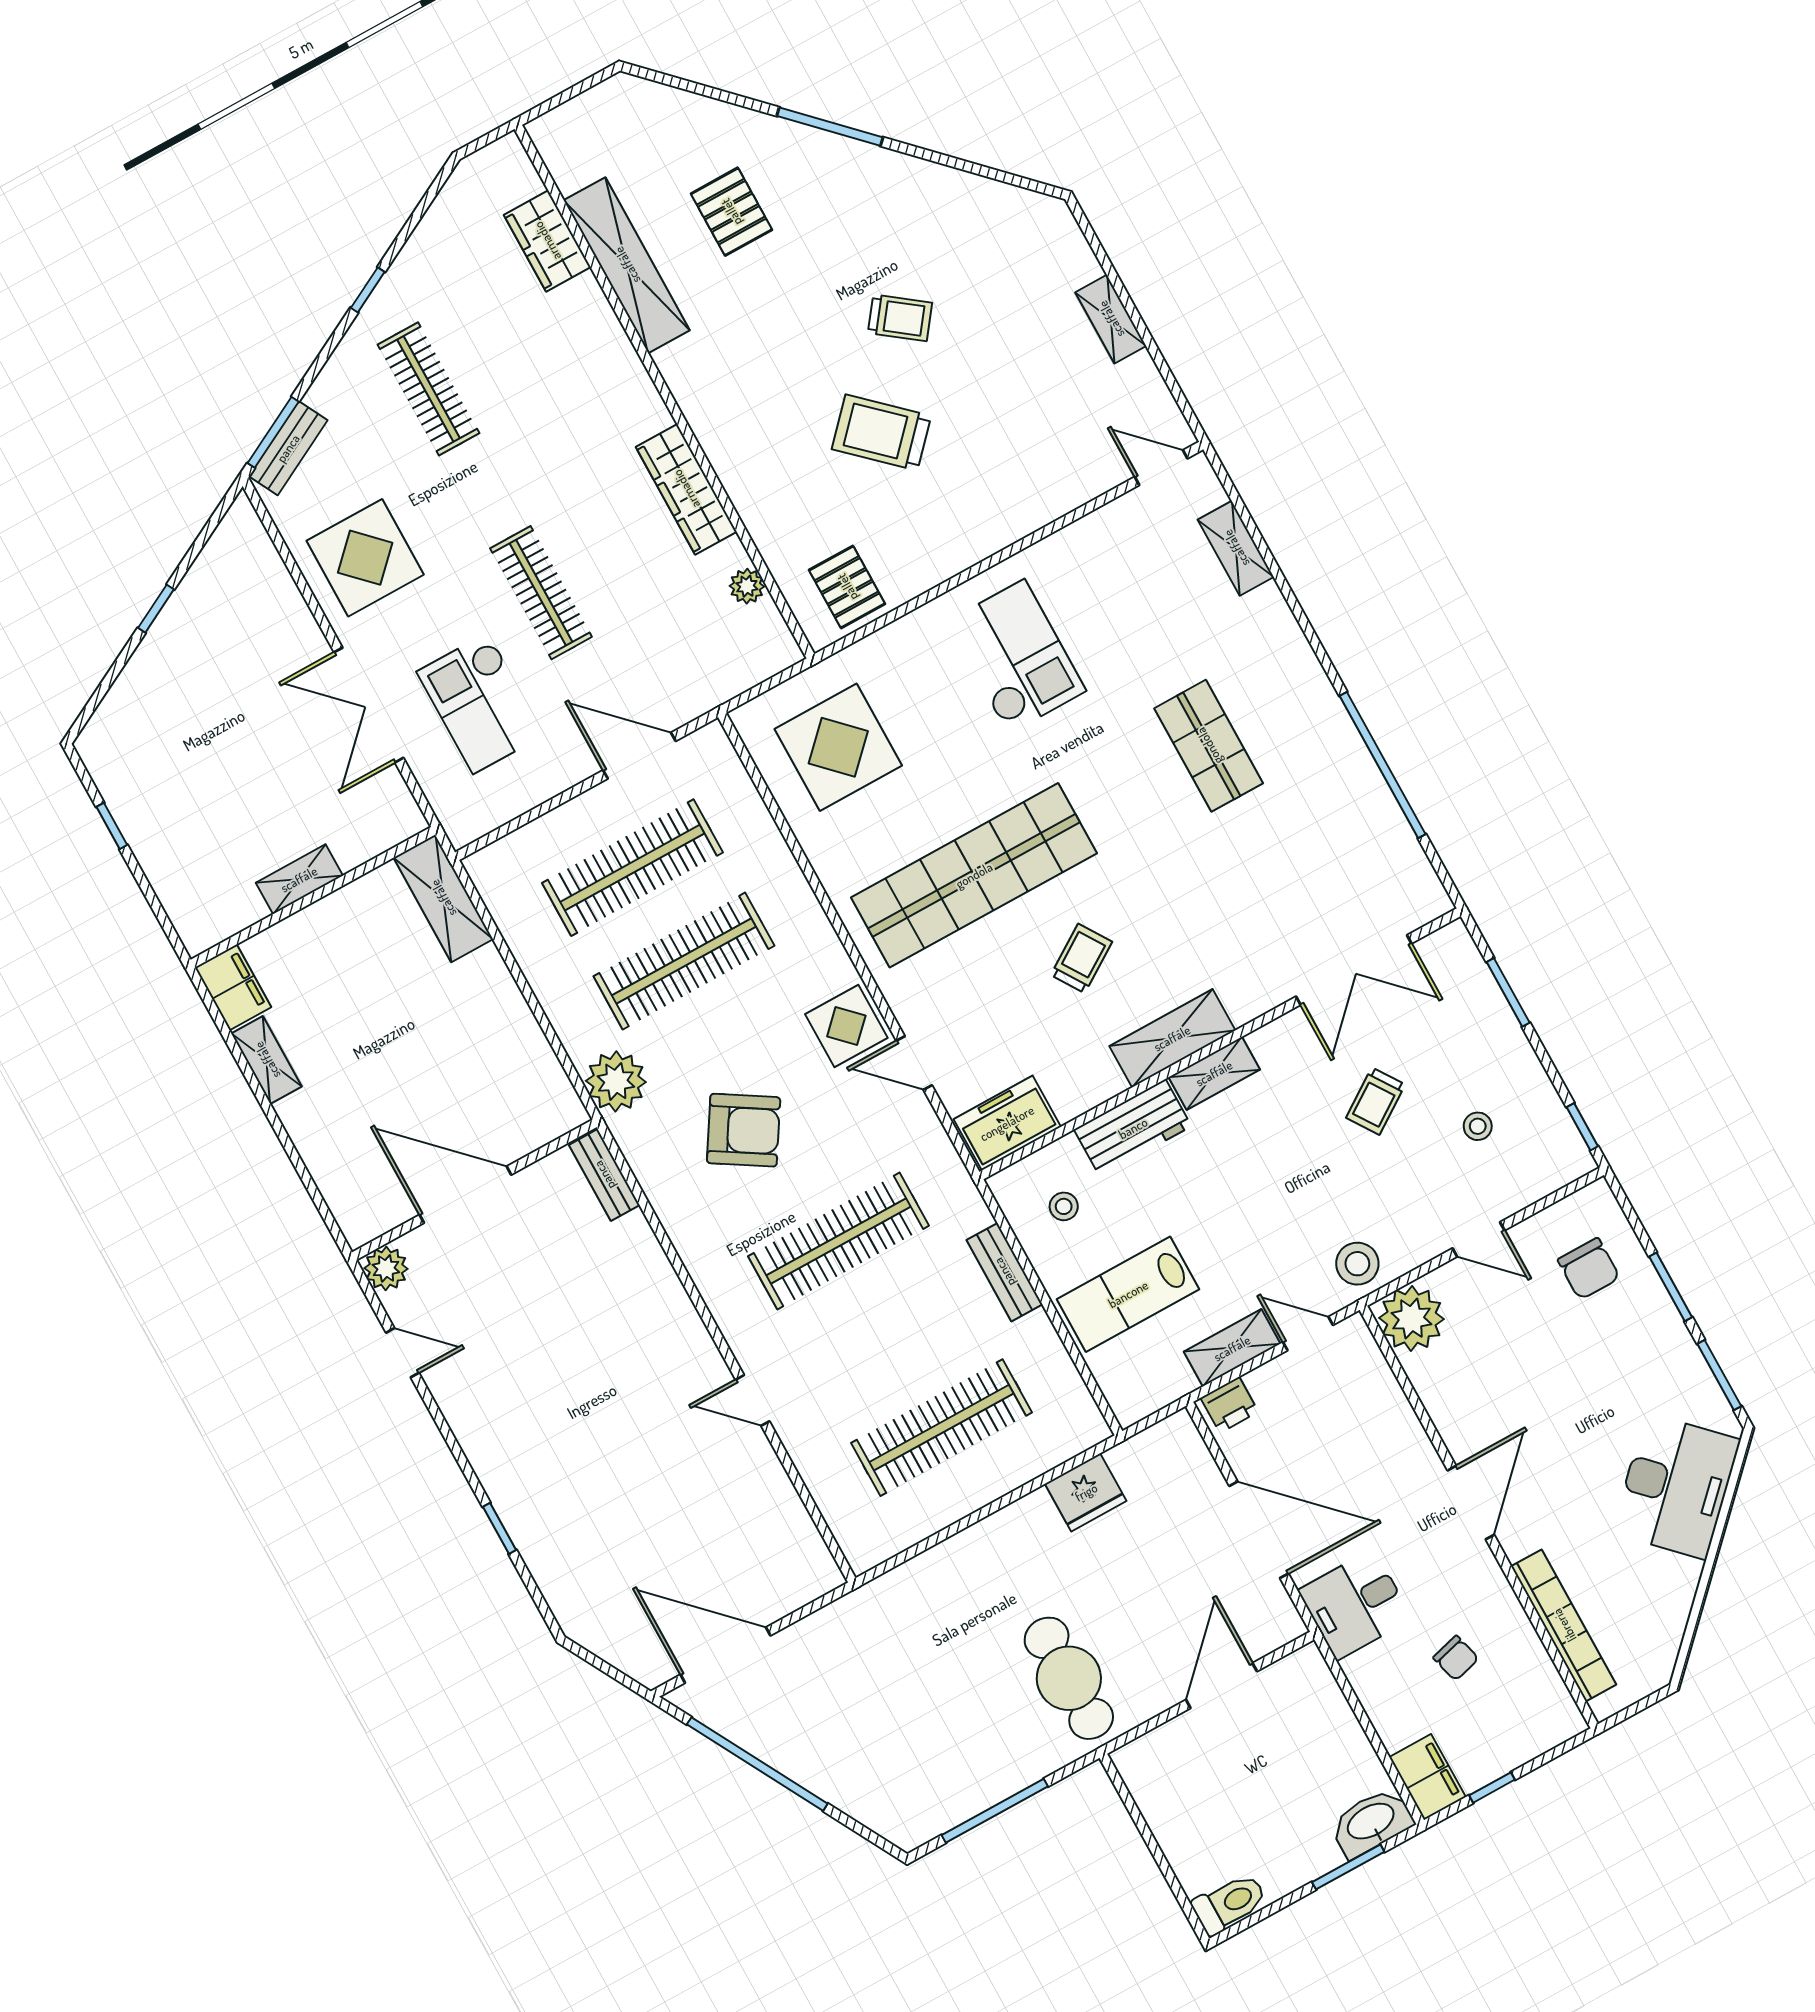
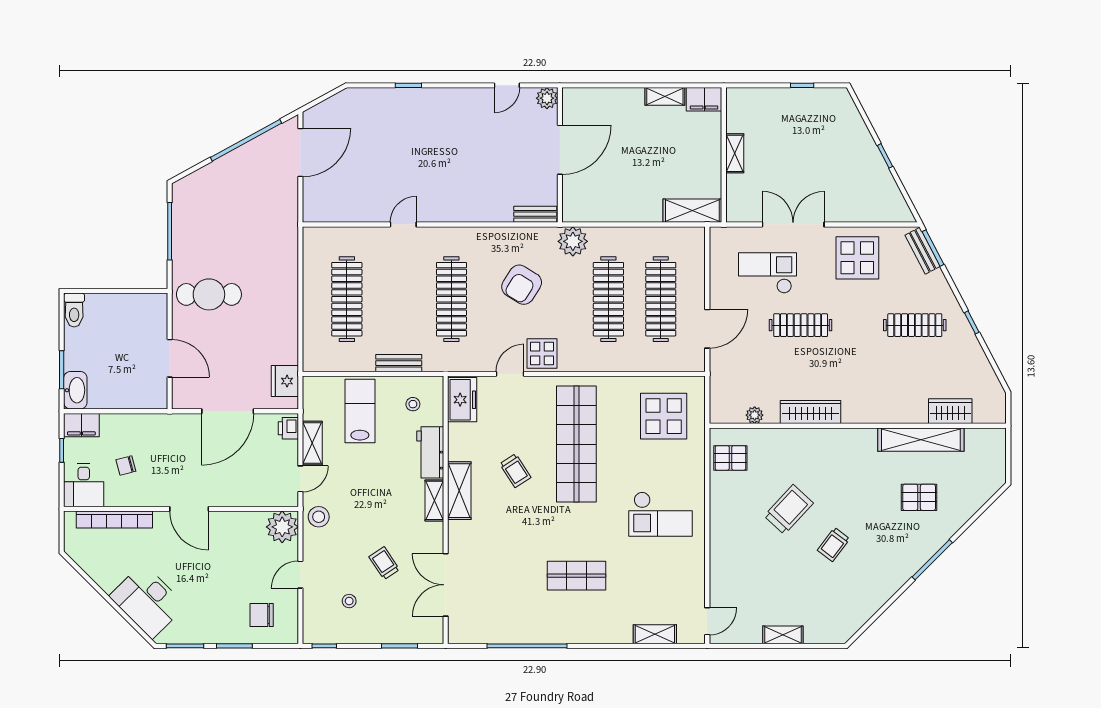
fridge: (1086, 1492) -> (285, 381), moved
desk: (1355, 1604) -> (84, 485), moved, turned 180

